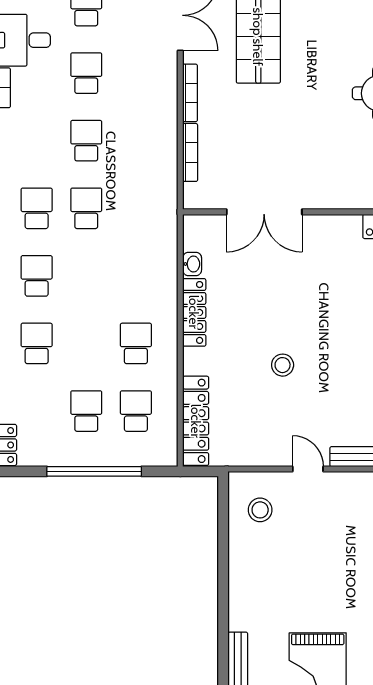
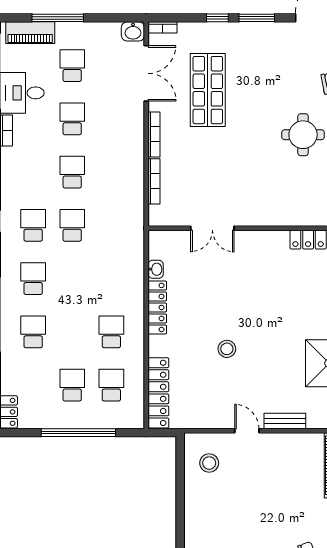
double door: (264, 212) -> (212, 228), width x0.73

